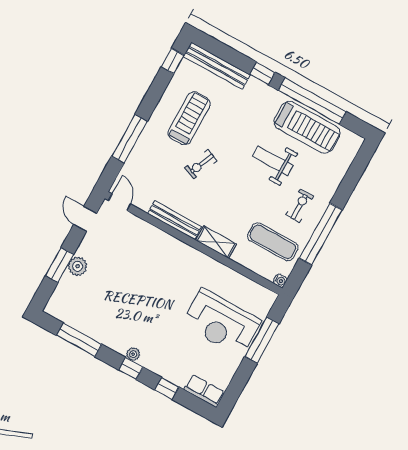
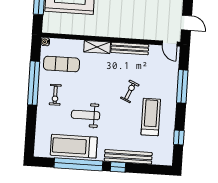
window: (173, 61) -> (179, 137), moved
bench: (217, 66) -> (128, 157), moved
treadmill: (189, 118) -> (151, 117), turned 180
weight bench: (273, 161) -> (86, 115), turned 180

